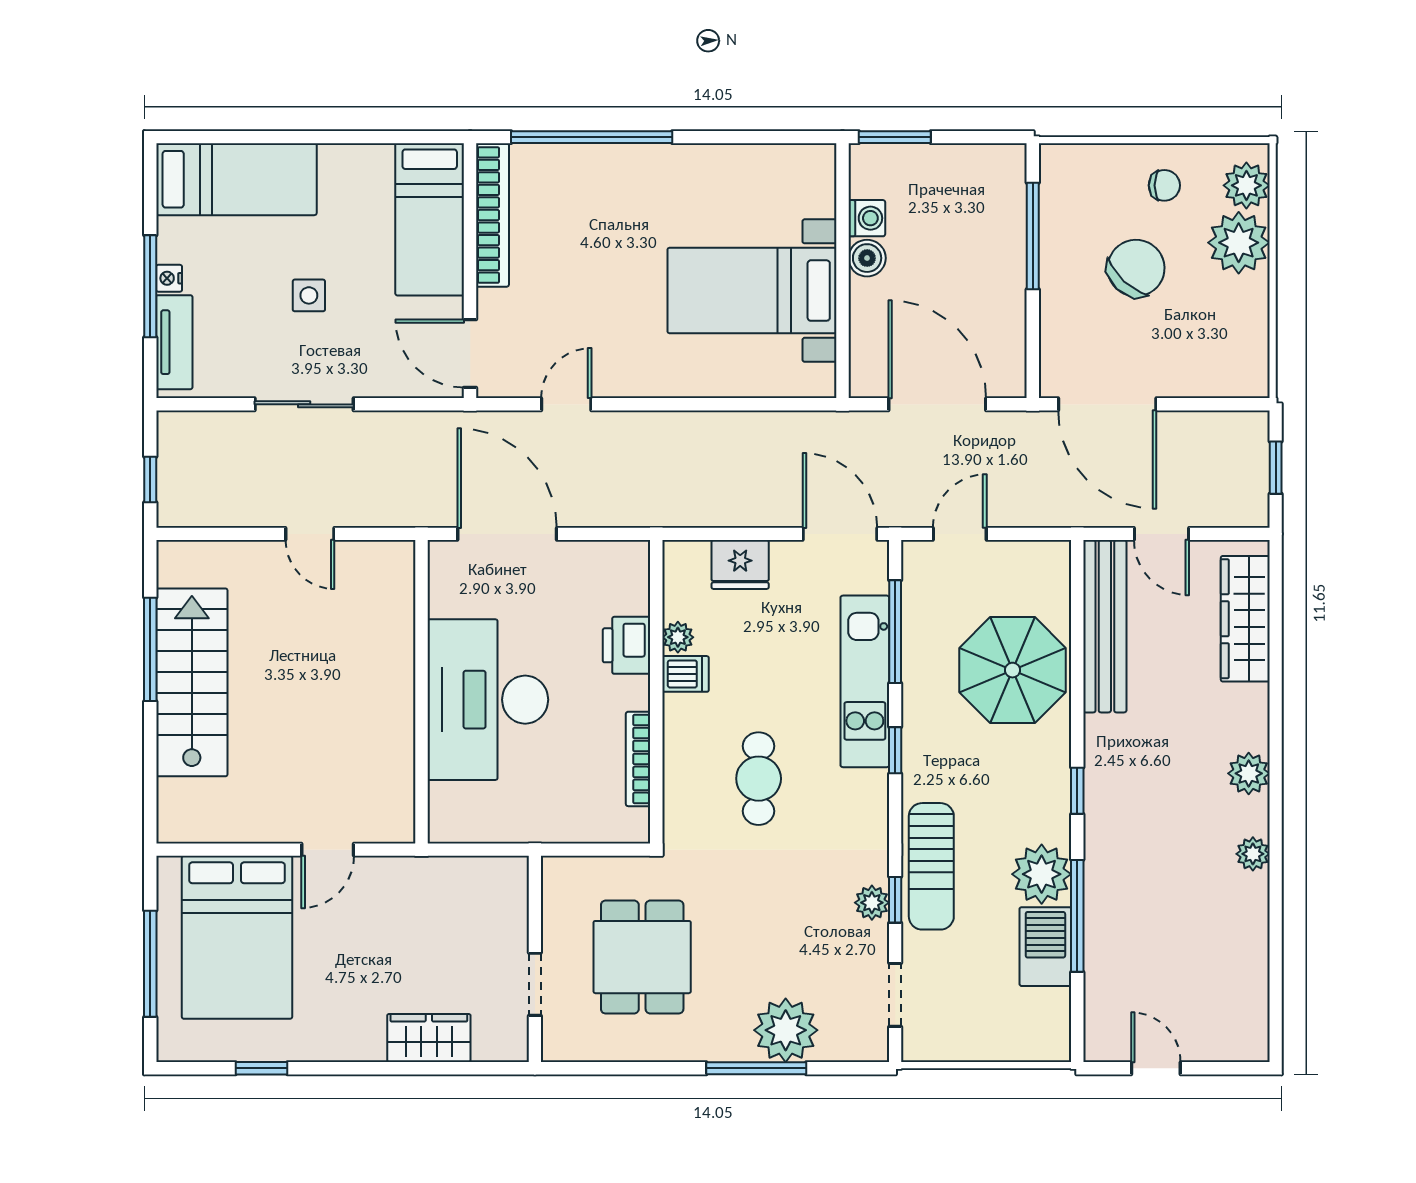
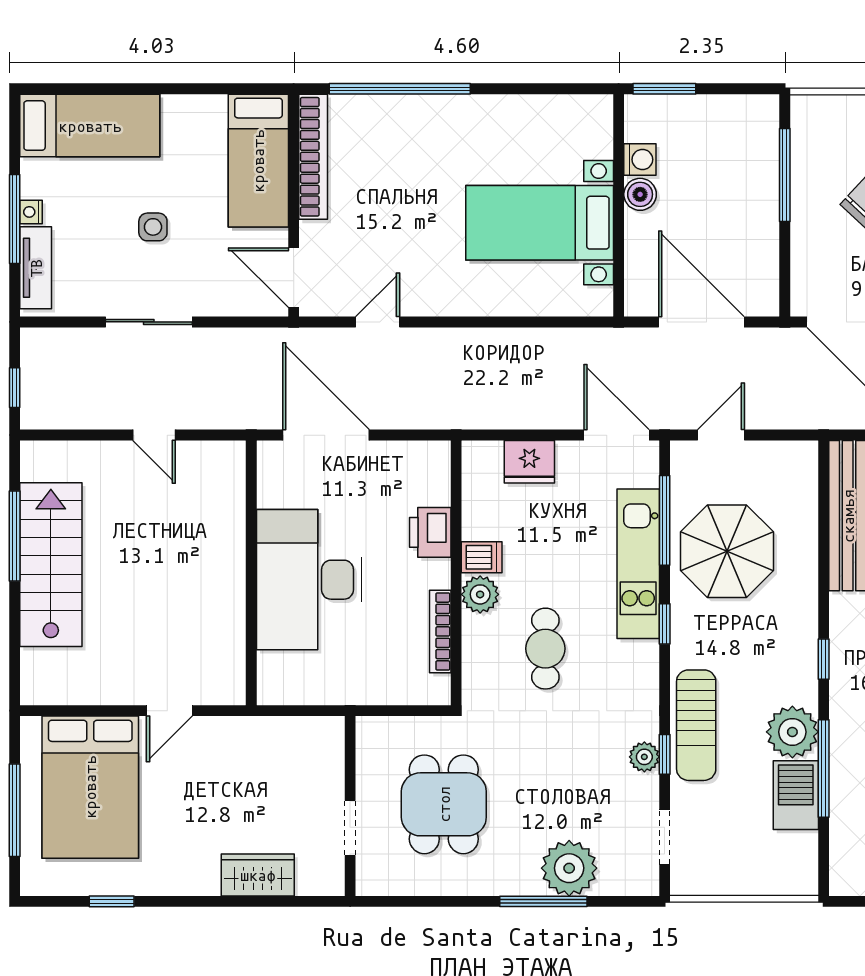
plant: (678, 637) -> (480, 594), moved, width x1.38, depth x1.38
parasol: (1013, 670) -> (727, 551), moved

